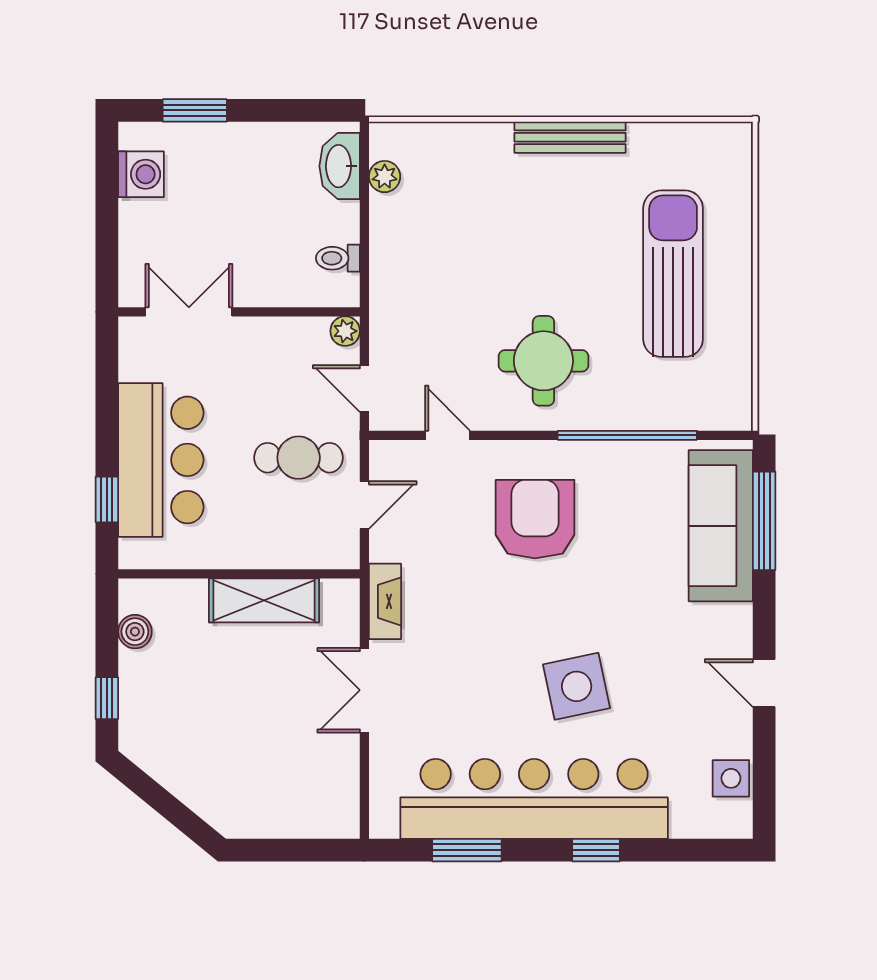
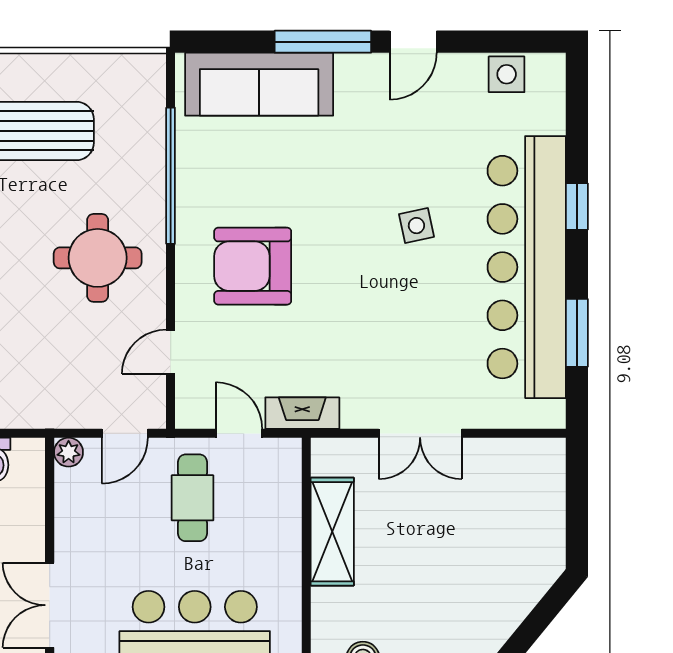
window: (764, 521) -> (323, 42), moved
fireplace: (385, 601) -> (302, 413), moved
side table: (577, 686) -> (416, 226), width x0.54, depth x0.54

